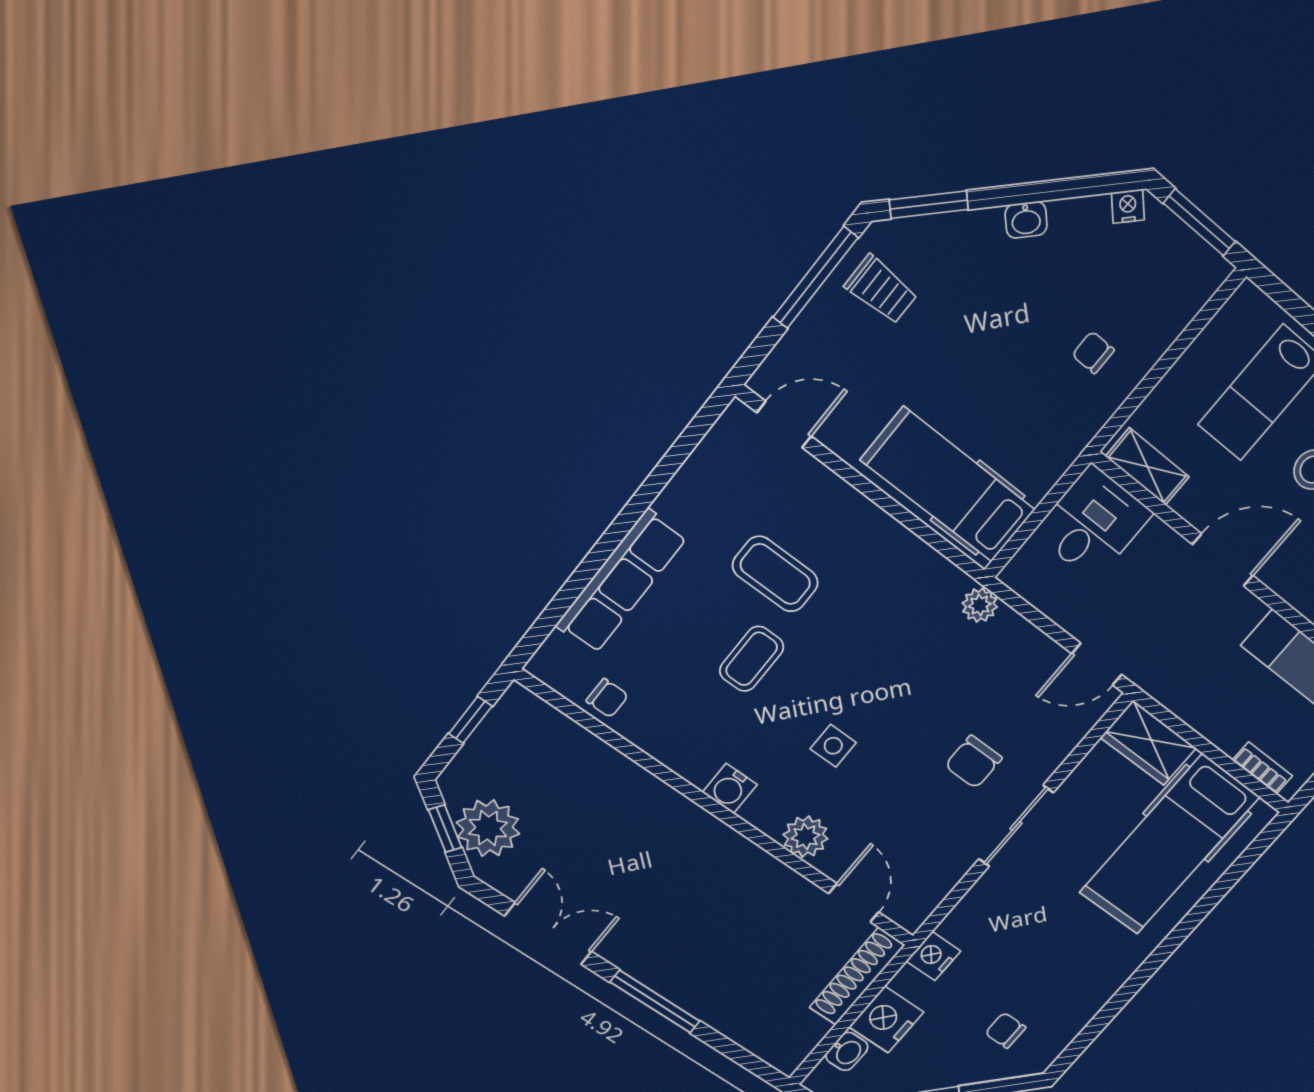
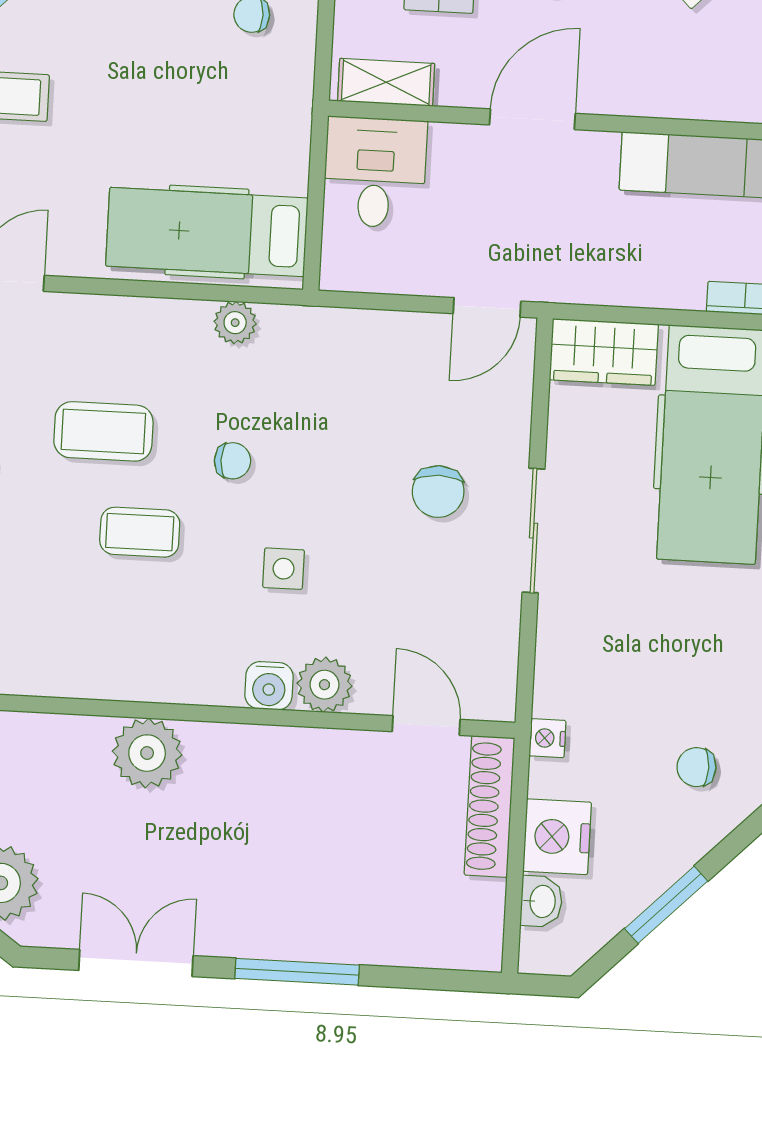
plant: (980, 605) -> (235, 323), moved
coffee table: (752, 659) -> (140, 532), turned 90
chair: (607, 698) -> (232, 461), moved
water cooler: (730, 789) -> (269, 686), moved
plant: (652, 806) -> (147, 753), added
nightstand: (933, 956) -> (547, 738), width x0.72, depth x0.74

